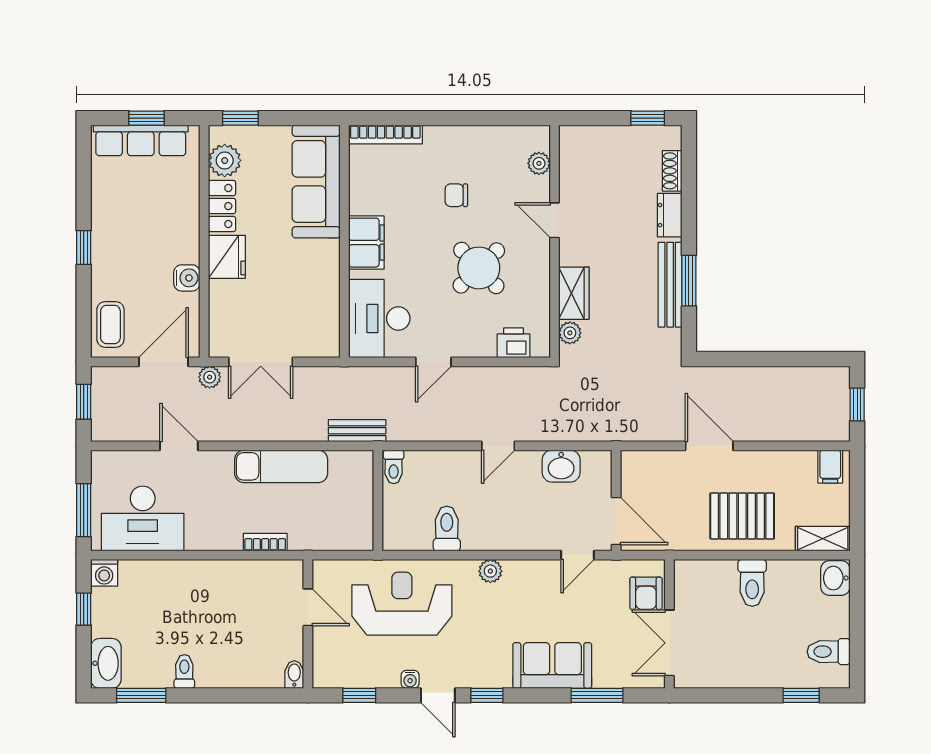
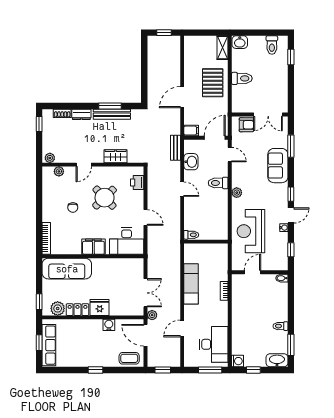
plant: (570, 333) -> (50, 158), moved
bench: (357, 431) -> (175, 148), moved
filing cabinet: (830, 467) -> (191, 131), moved
toilet: (447, 529) -> (218, 183), moved

